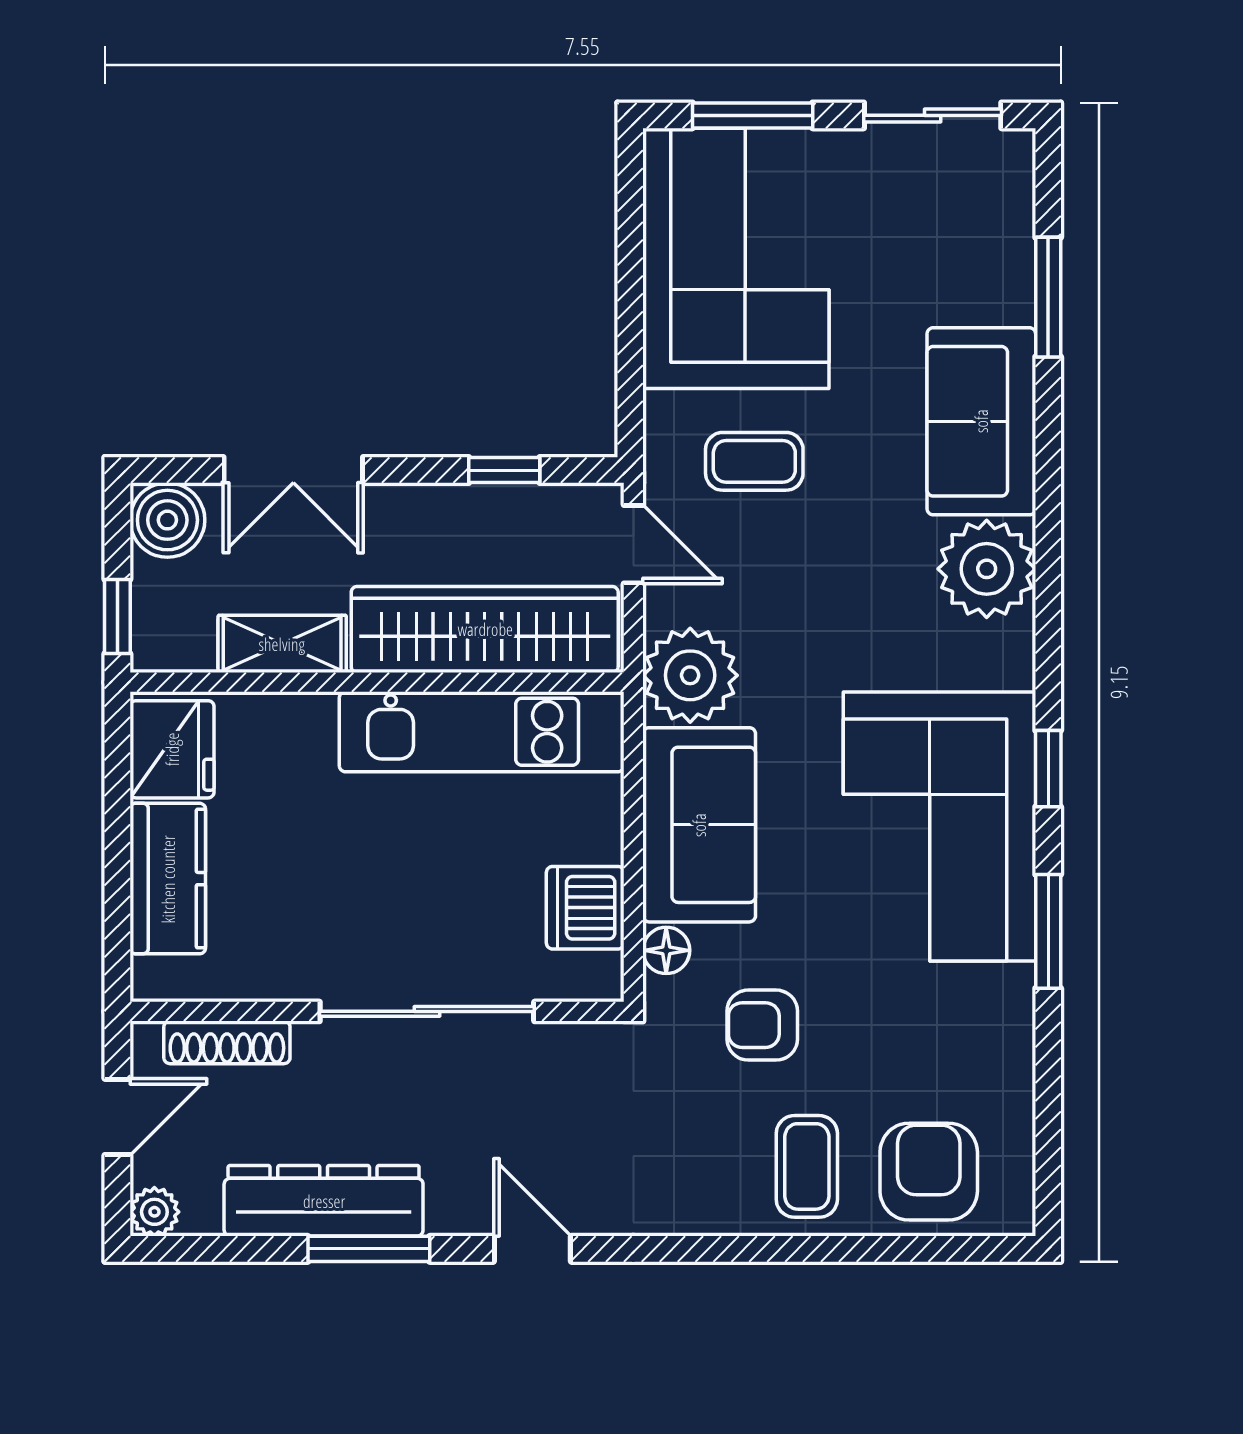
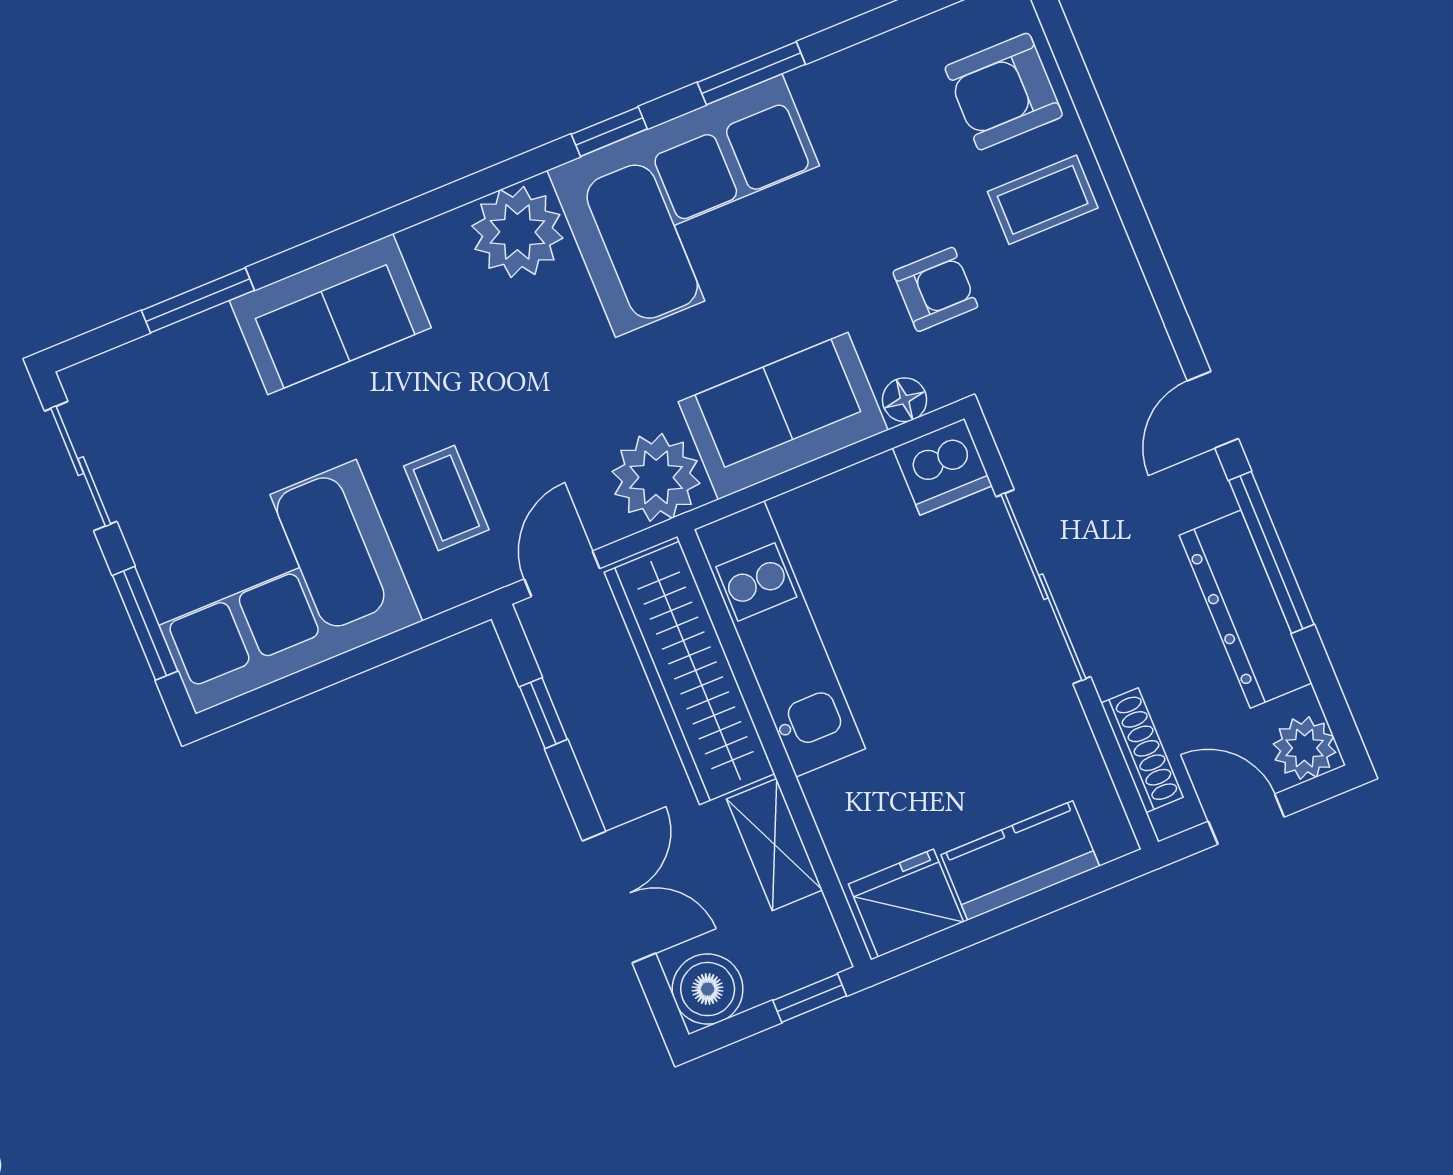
plant: (987, 569) -> (517, 232), moved
dishwasher: (585, 908) -> (942, 467), moved
armchair: (762, 1025) -> (935, 289), turned -90
plant: (154, 1212) -> (1305, 748), width x1.38, depth x1.38
window: (369, 1249) -> (1271, 552), width x1.44

